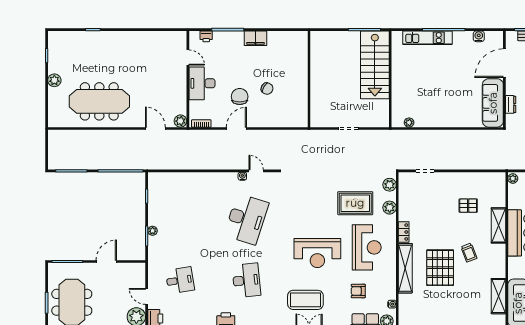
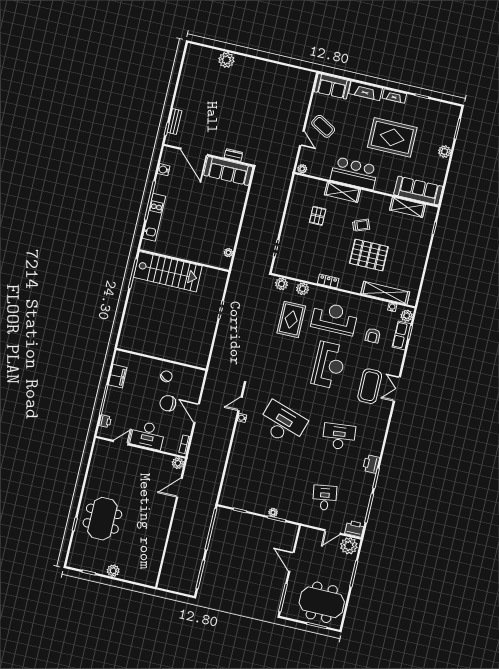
wall: (309, 79) -> (161, 359), moved
meeting table: (99, 101) -> (102, 519), moved, width x0.73
shelving: (405, 268) -> (385, 293), moved

